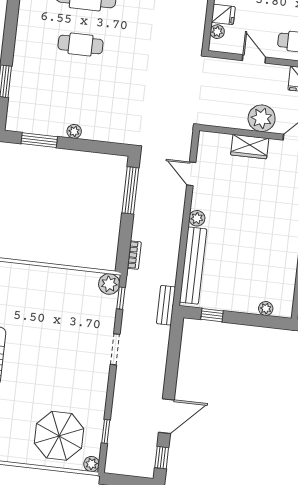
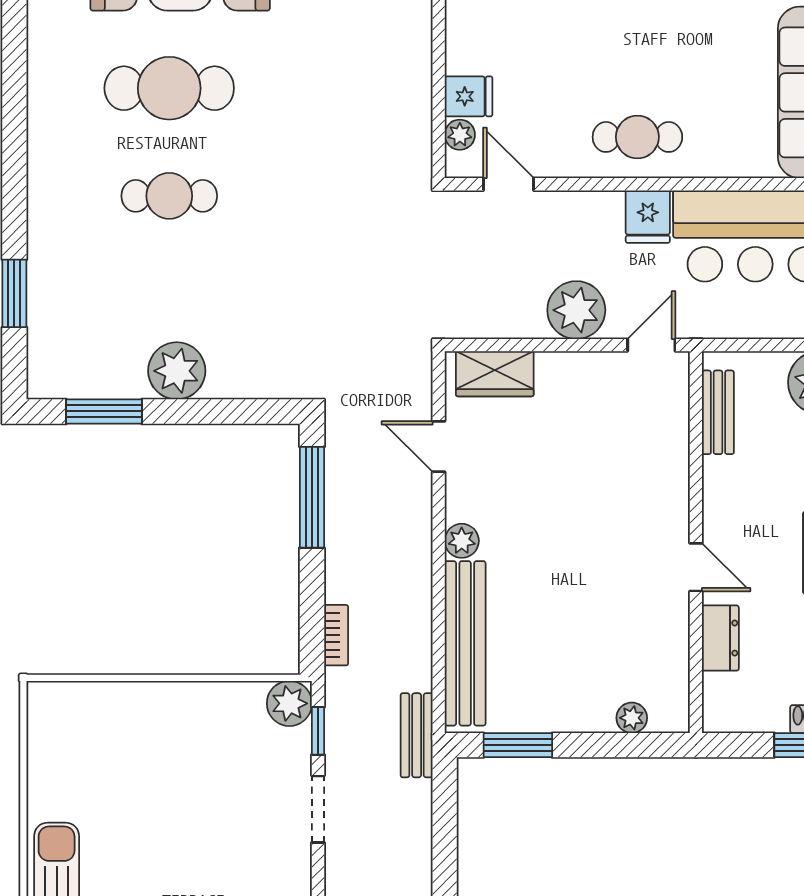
door: (254, 59) -> (509, 184), moved
plant: (74, 131) -> (177, 371), width x1.88, depth x1.88
wardrobe: (250, 147) -> (495, 374), moved
window: (212, 315) -> (518, 745), width x1.50
doorway: (115, 349) -> (318, 809), moved

